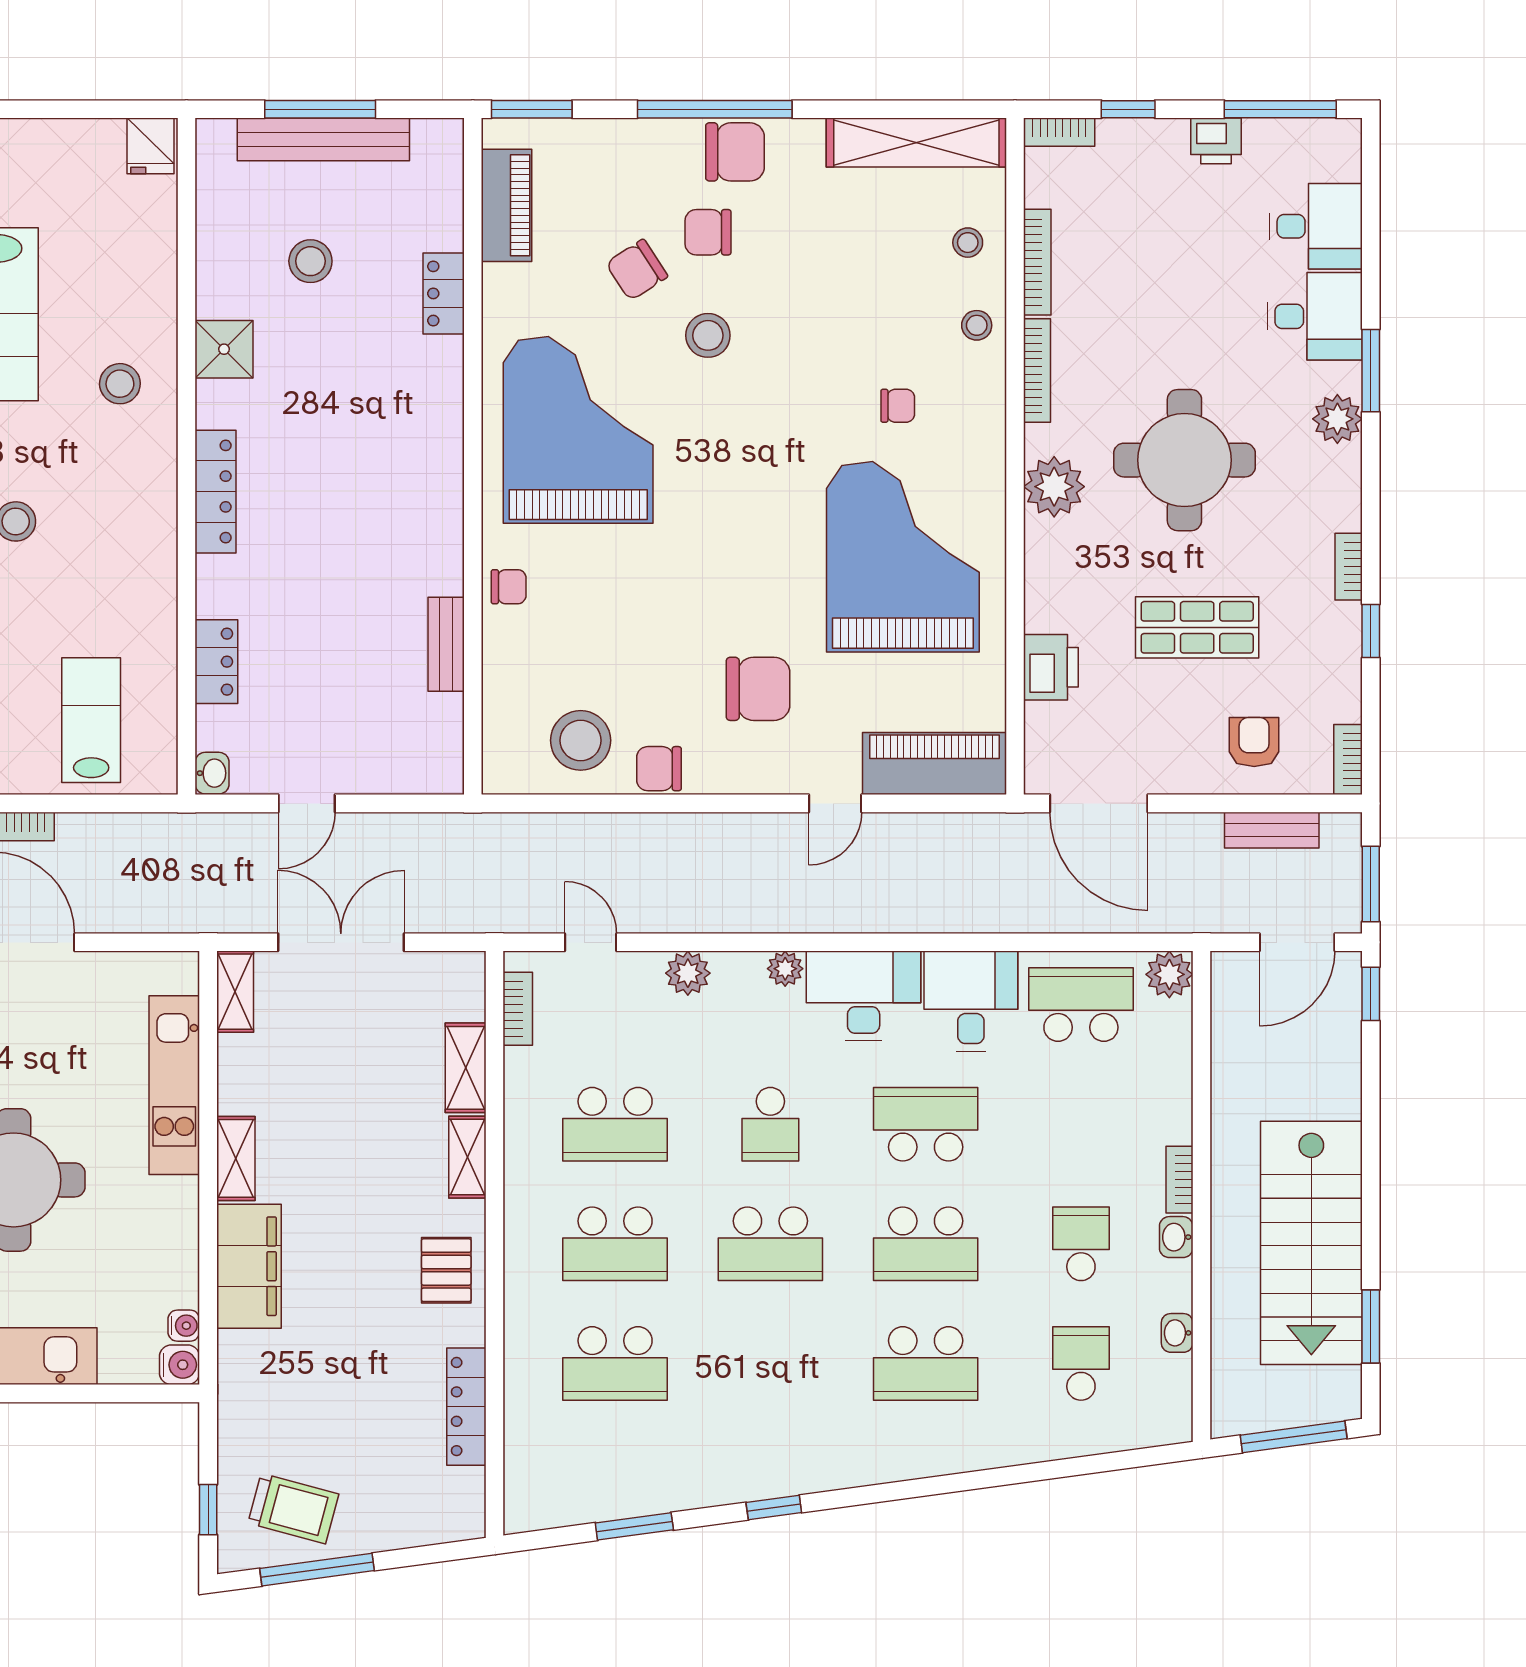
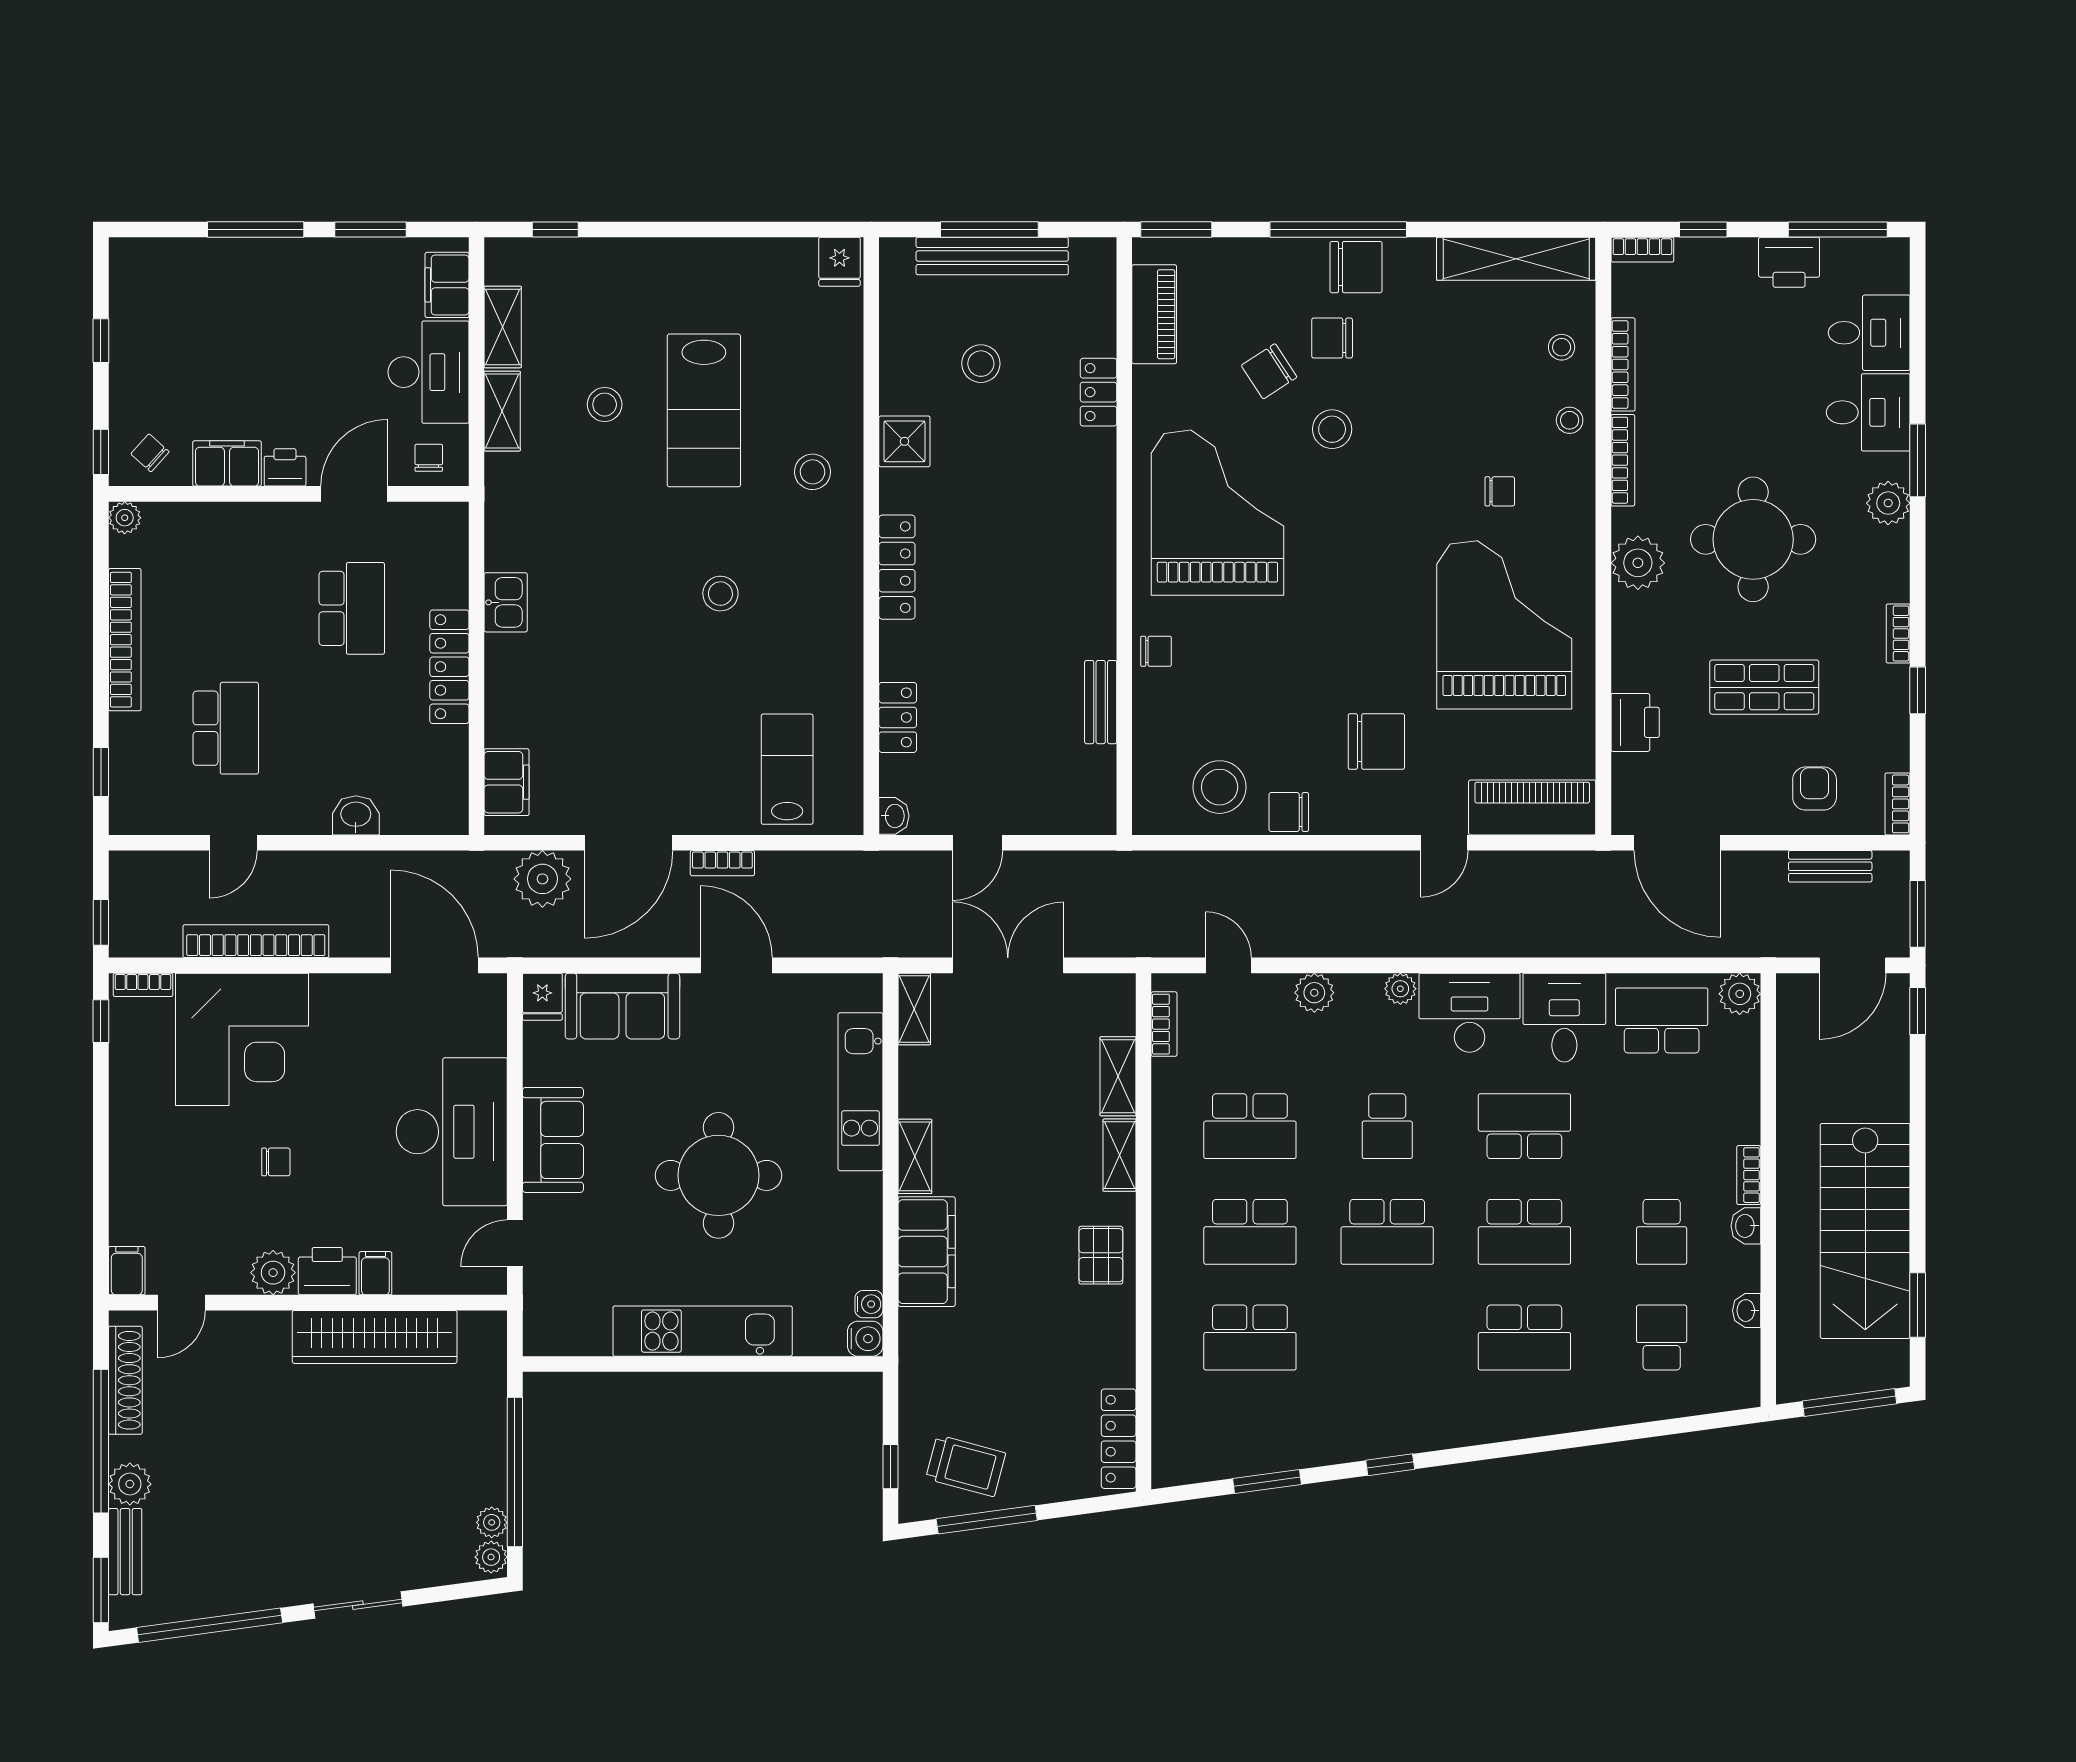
printer: (1216, 141) -> (1789, 262), width x1.36, depth x1.24
school desk: (1081, 1244) -> (1662, 1232), turned 180
locker: (466, 1407) -> (1119, 1439), moved

